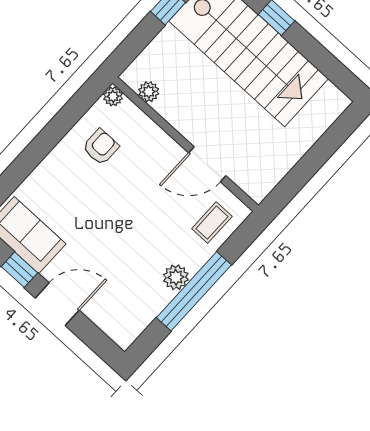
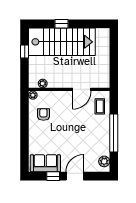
plant: (176, 277) -> (104, 161), moved

